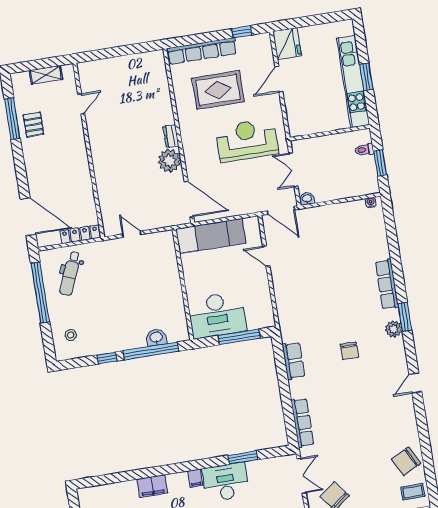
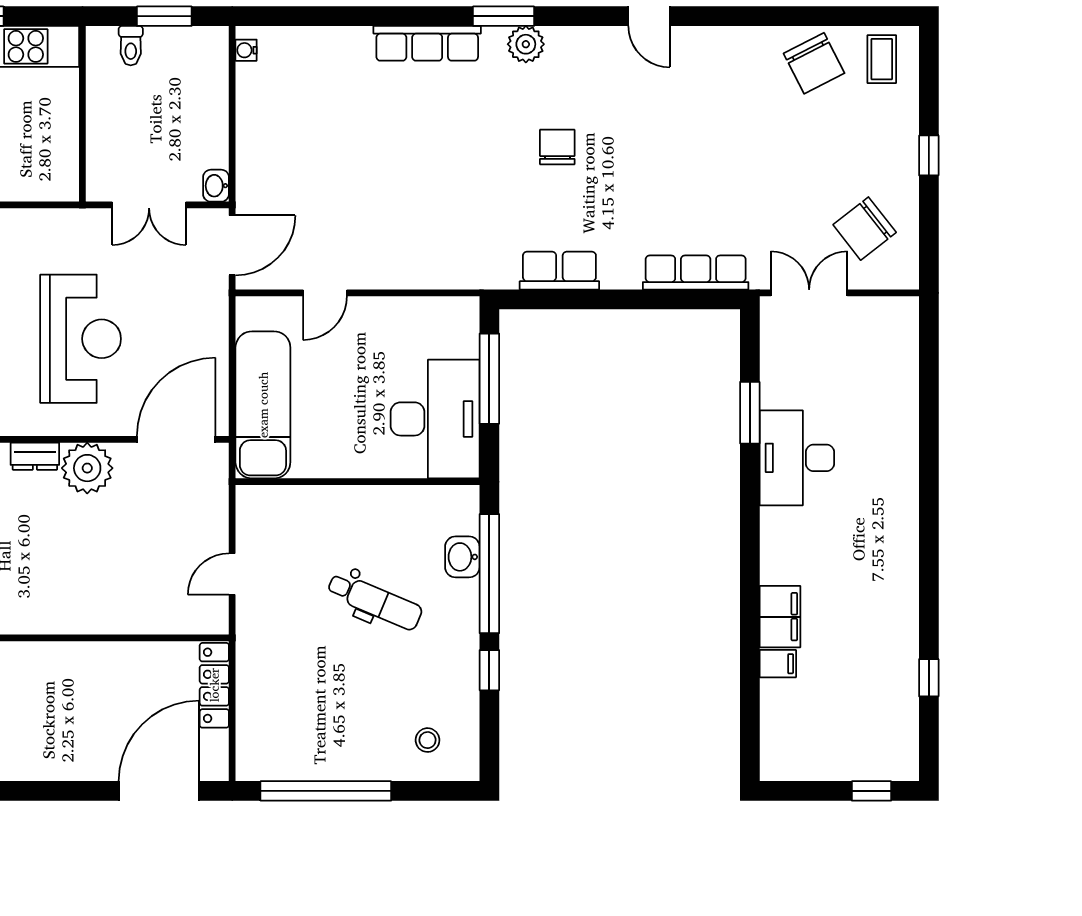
reception desk: (247, 140) -> (81, 339), moved, turned 180
dental chair: (70, 273) -> (375, 601), moved
chair: (349, 351) -> (557, 147), turned -90
filing cabinet: (195, 478) -> (778, 664), moved

